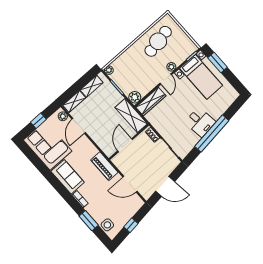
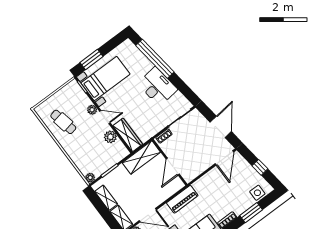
cafe table: (158, 41) -> (63, 122), width x0.73, depth x0.74
plant: (135, 97) -> (110, 137), moved
desk: (200, 122) -> (157, 87), width x1.37
window: (212, 133) -> (155, 59), moved
door: (125, 145) -> (173, 167), hinge flipped
piano: (104, 166) -> (182, 199), moved
door: (130, 184) -> (224, 158), moved

